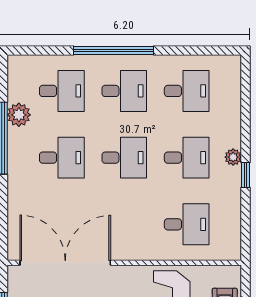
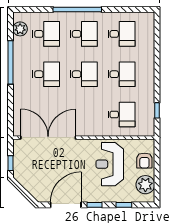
plant: (19, 115) -> (20, 29), moved
plant: (233, 157) -> (150, 74), removed
window: (246, 175) -> (157, 110), moved

